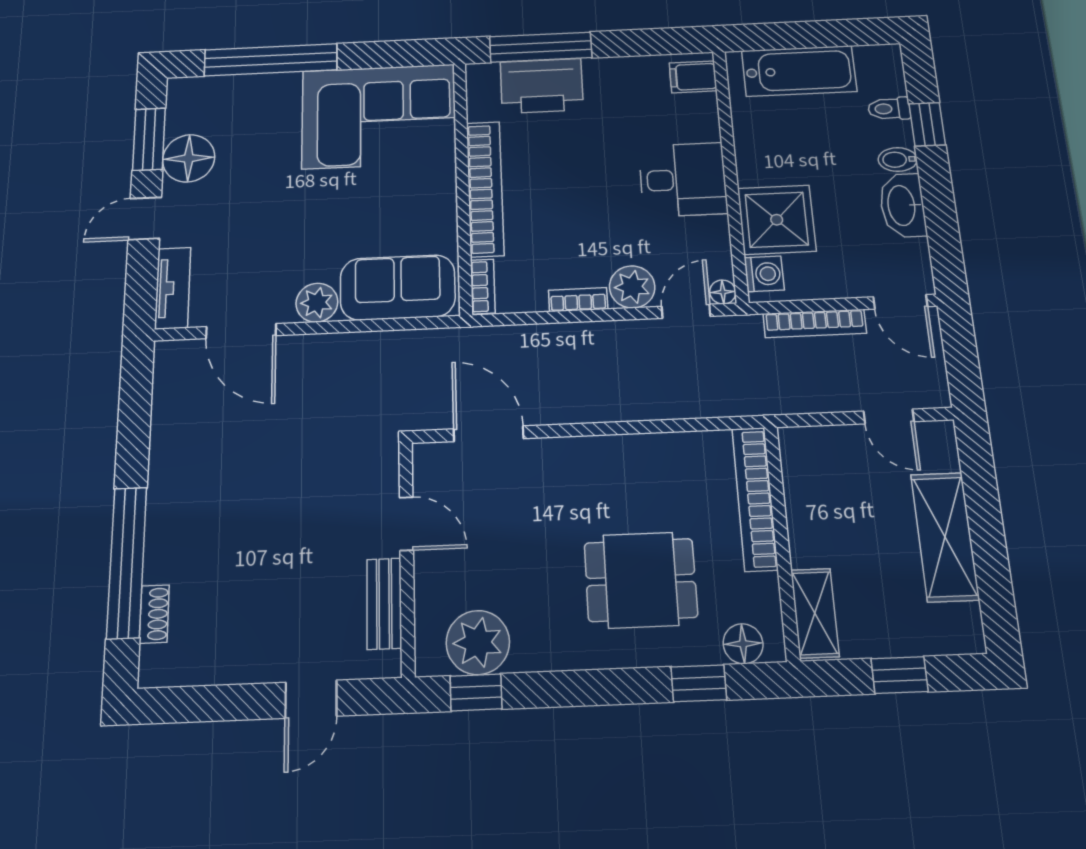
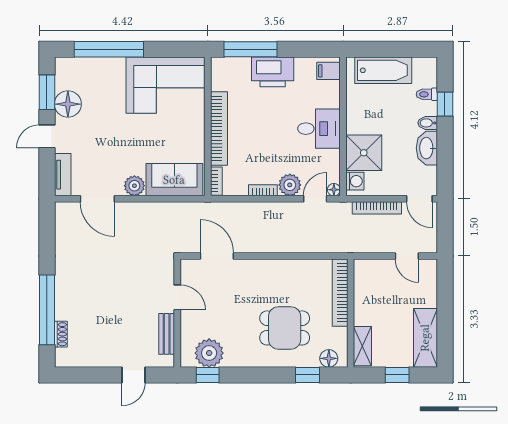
printer: (542, 86) -> (273, 72), moved
shelving: (945, 537) -> (425, 338), moved

